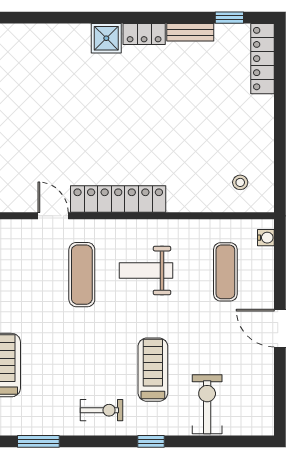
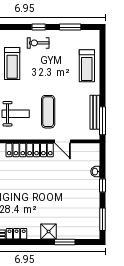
window: (49, 18) -> (65, 242), added
shower: (106, 38) -> (49, 231), moved
window: (151, 441) -> (39, 27), moved

